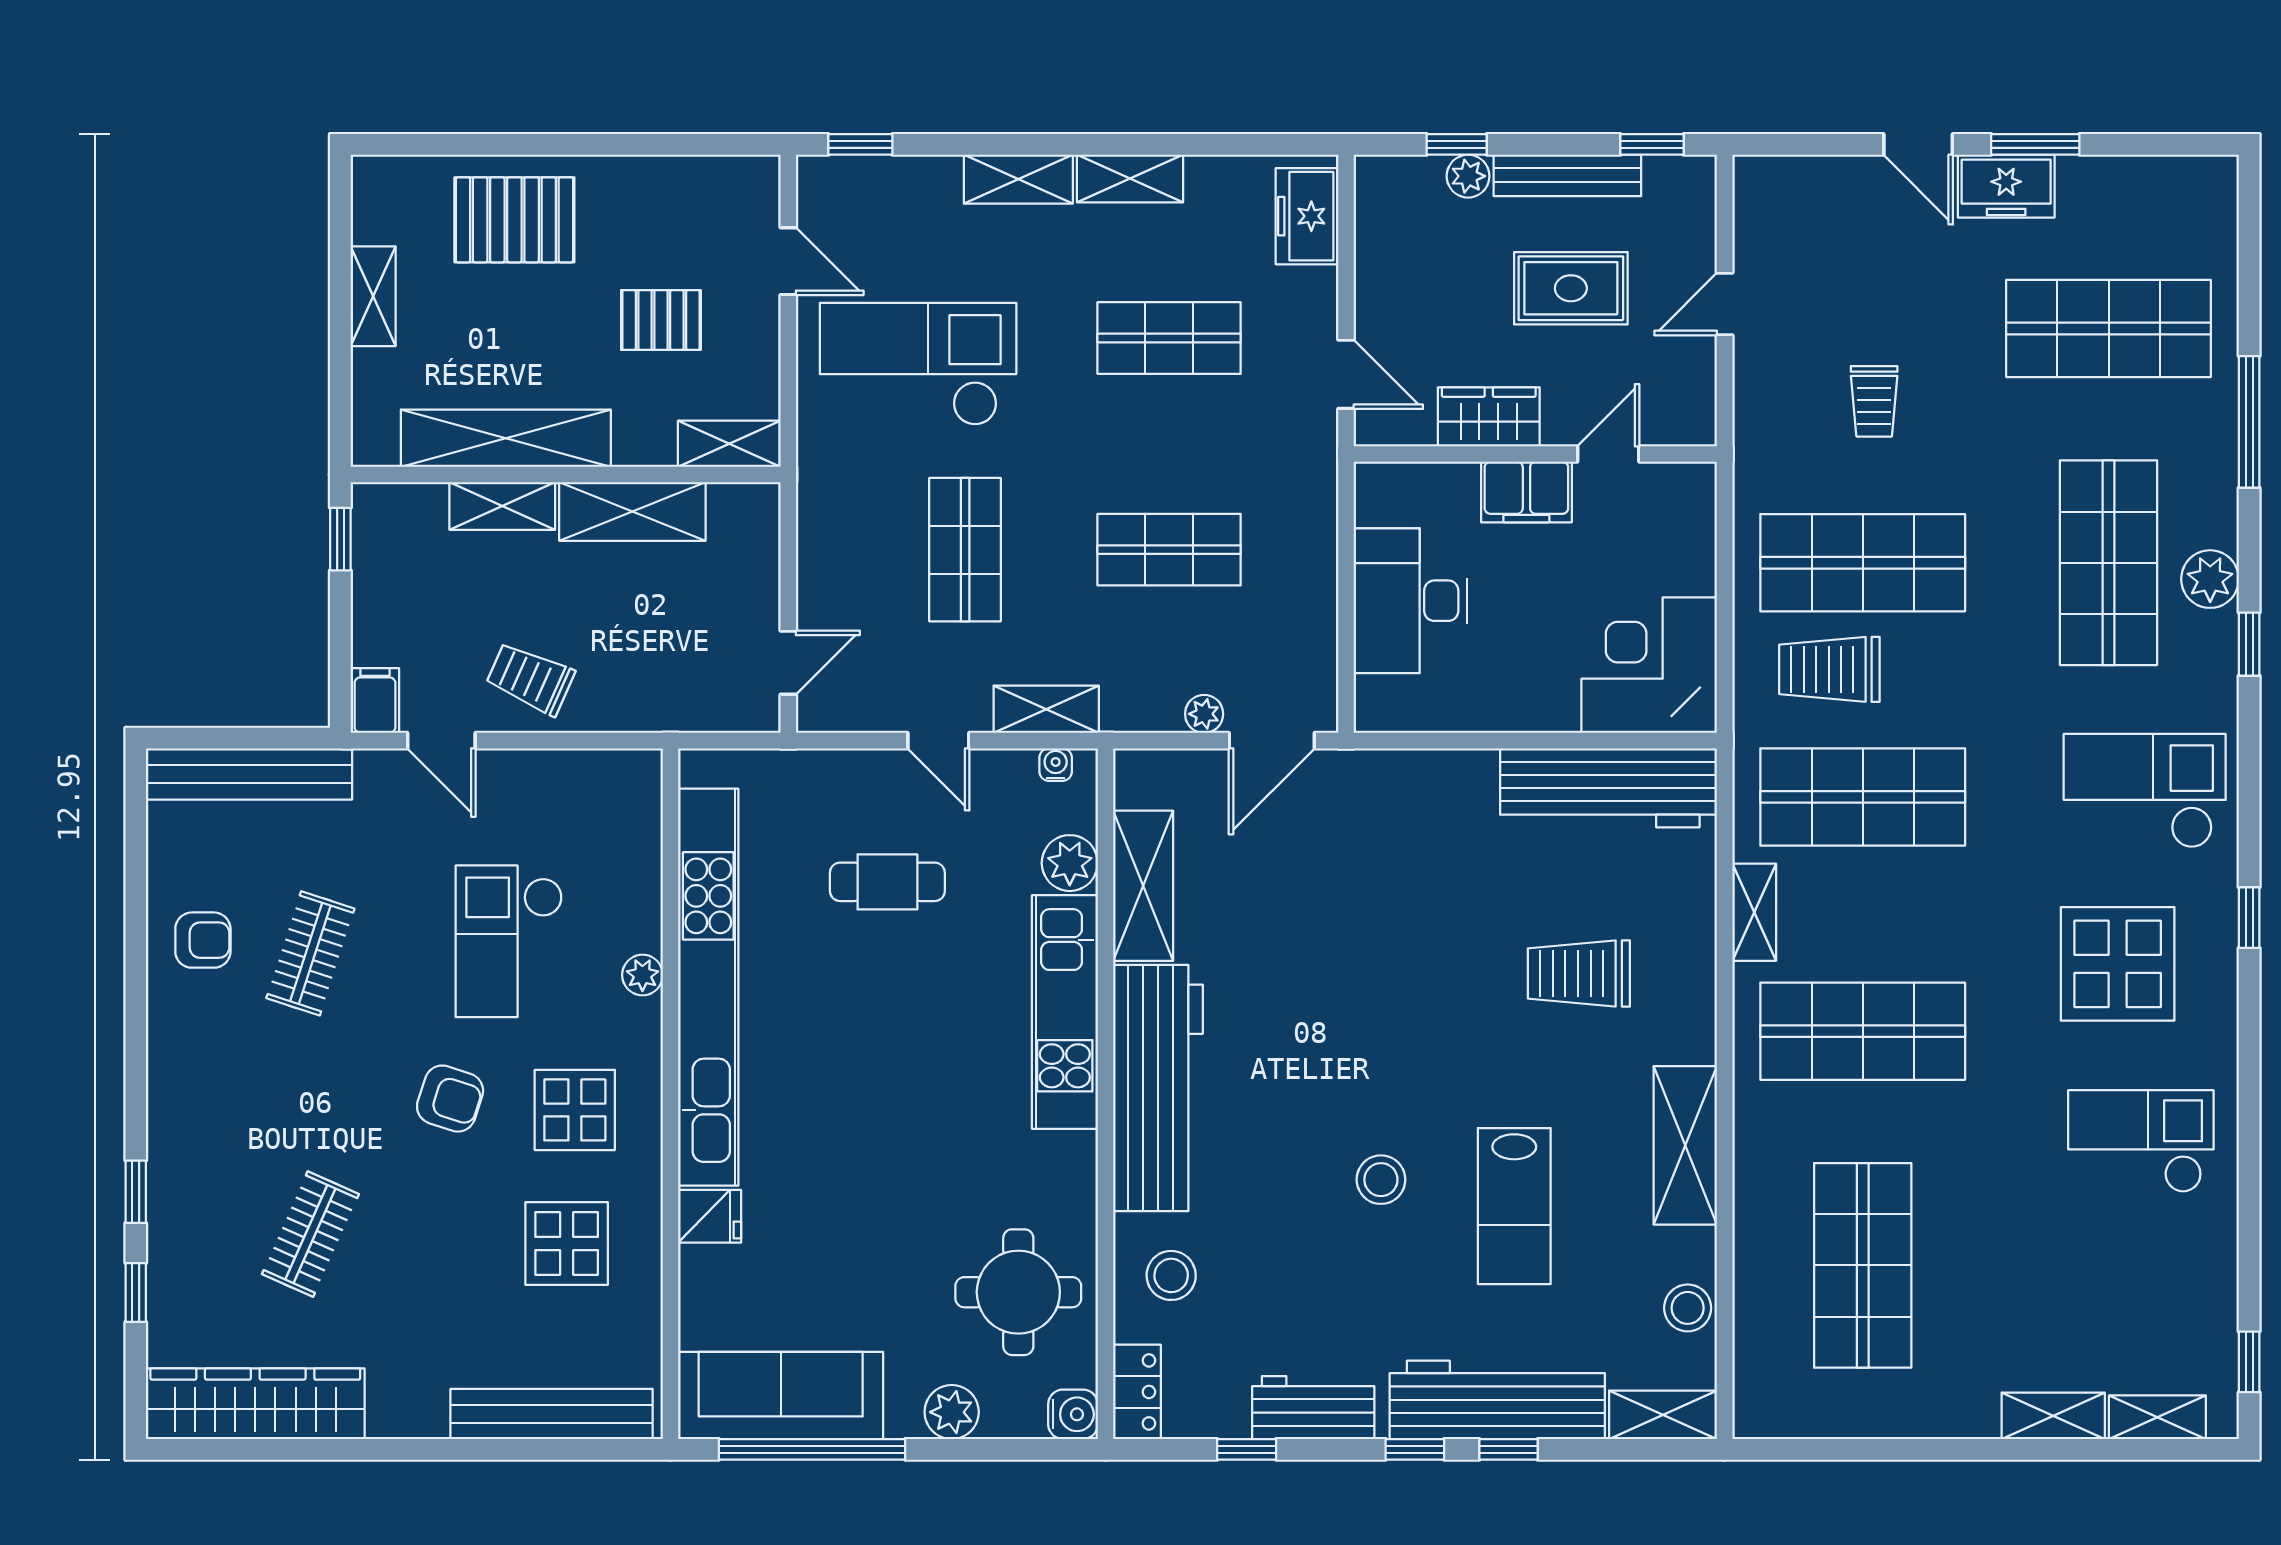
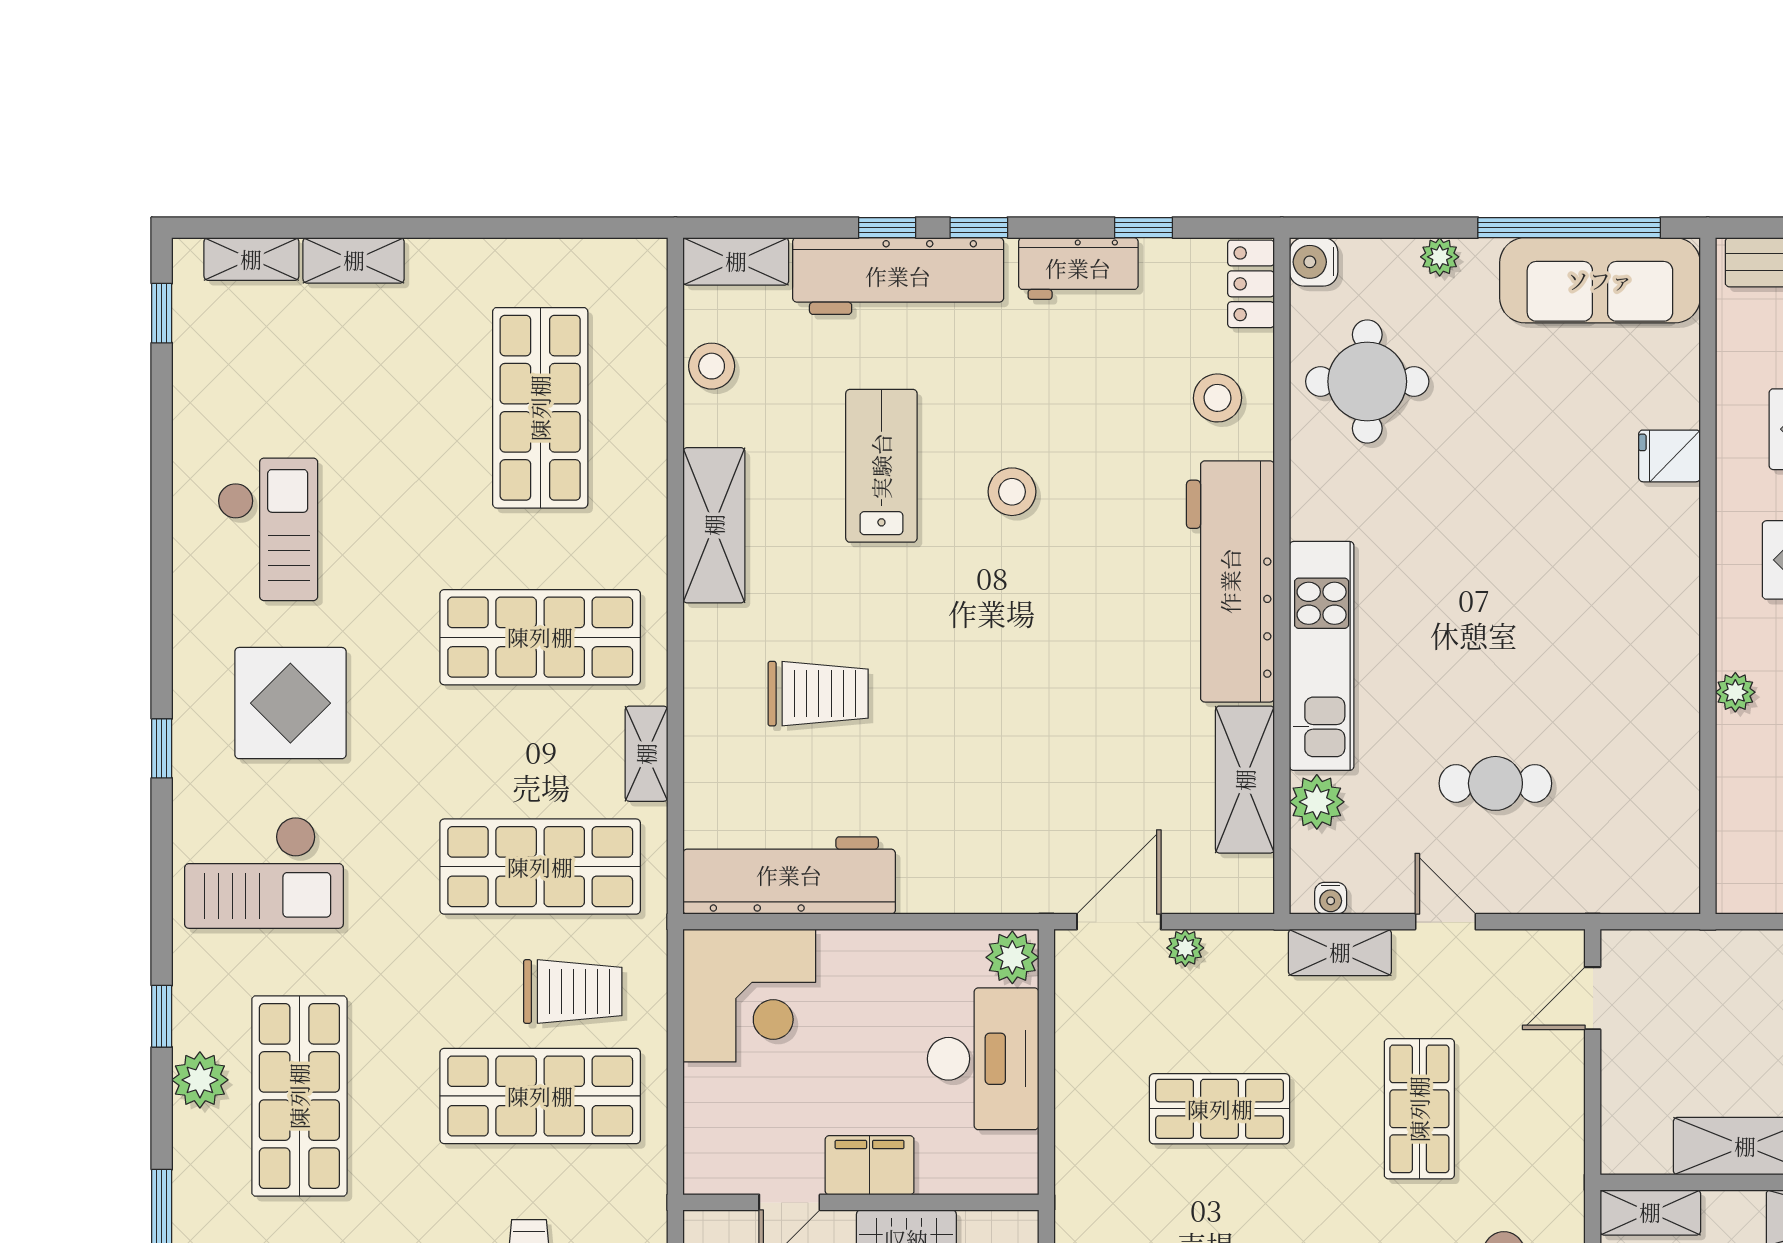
plant: (1381, 704) -> (1012, 957), added
kitchen unit: (708, 987) -> (1671, 680), removed
checkout: (2141, 1141) -> (268, 529), turned -90
plant: (952, 1412) -> (1440, 257), width x0.73, depth x0.73

